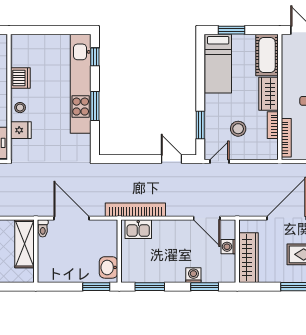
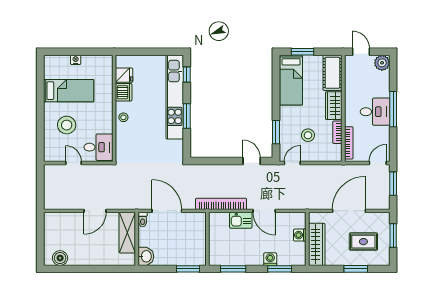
fridge: (21, 130) -> (124, 75), moved
door: (207, 218) -> (264, 211), moved
kitchen sink: (138, 229) -> (241, 220), moved
washbasin: (108, 267) -> (146, 256), moved, turned 180

